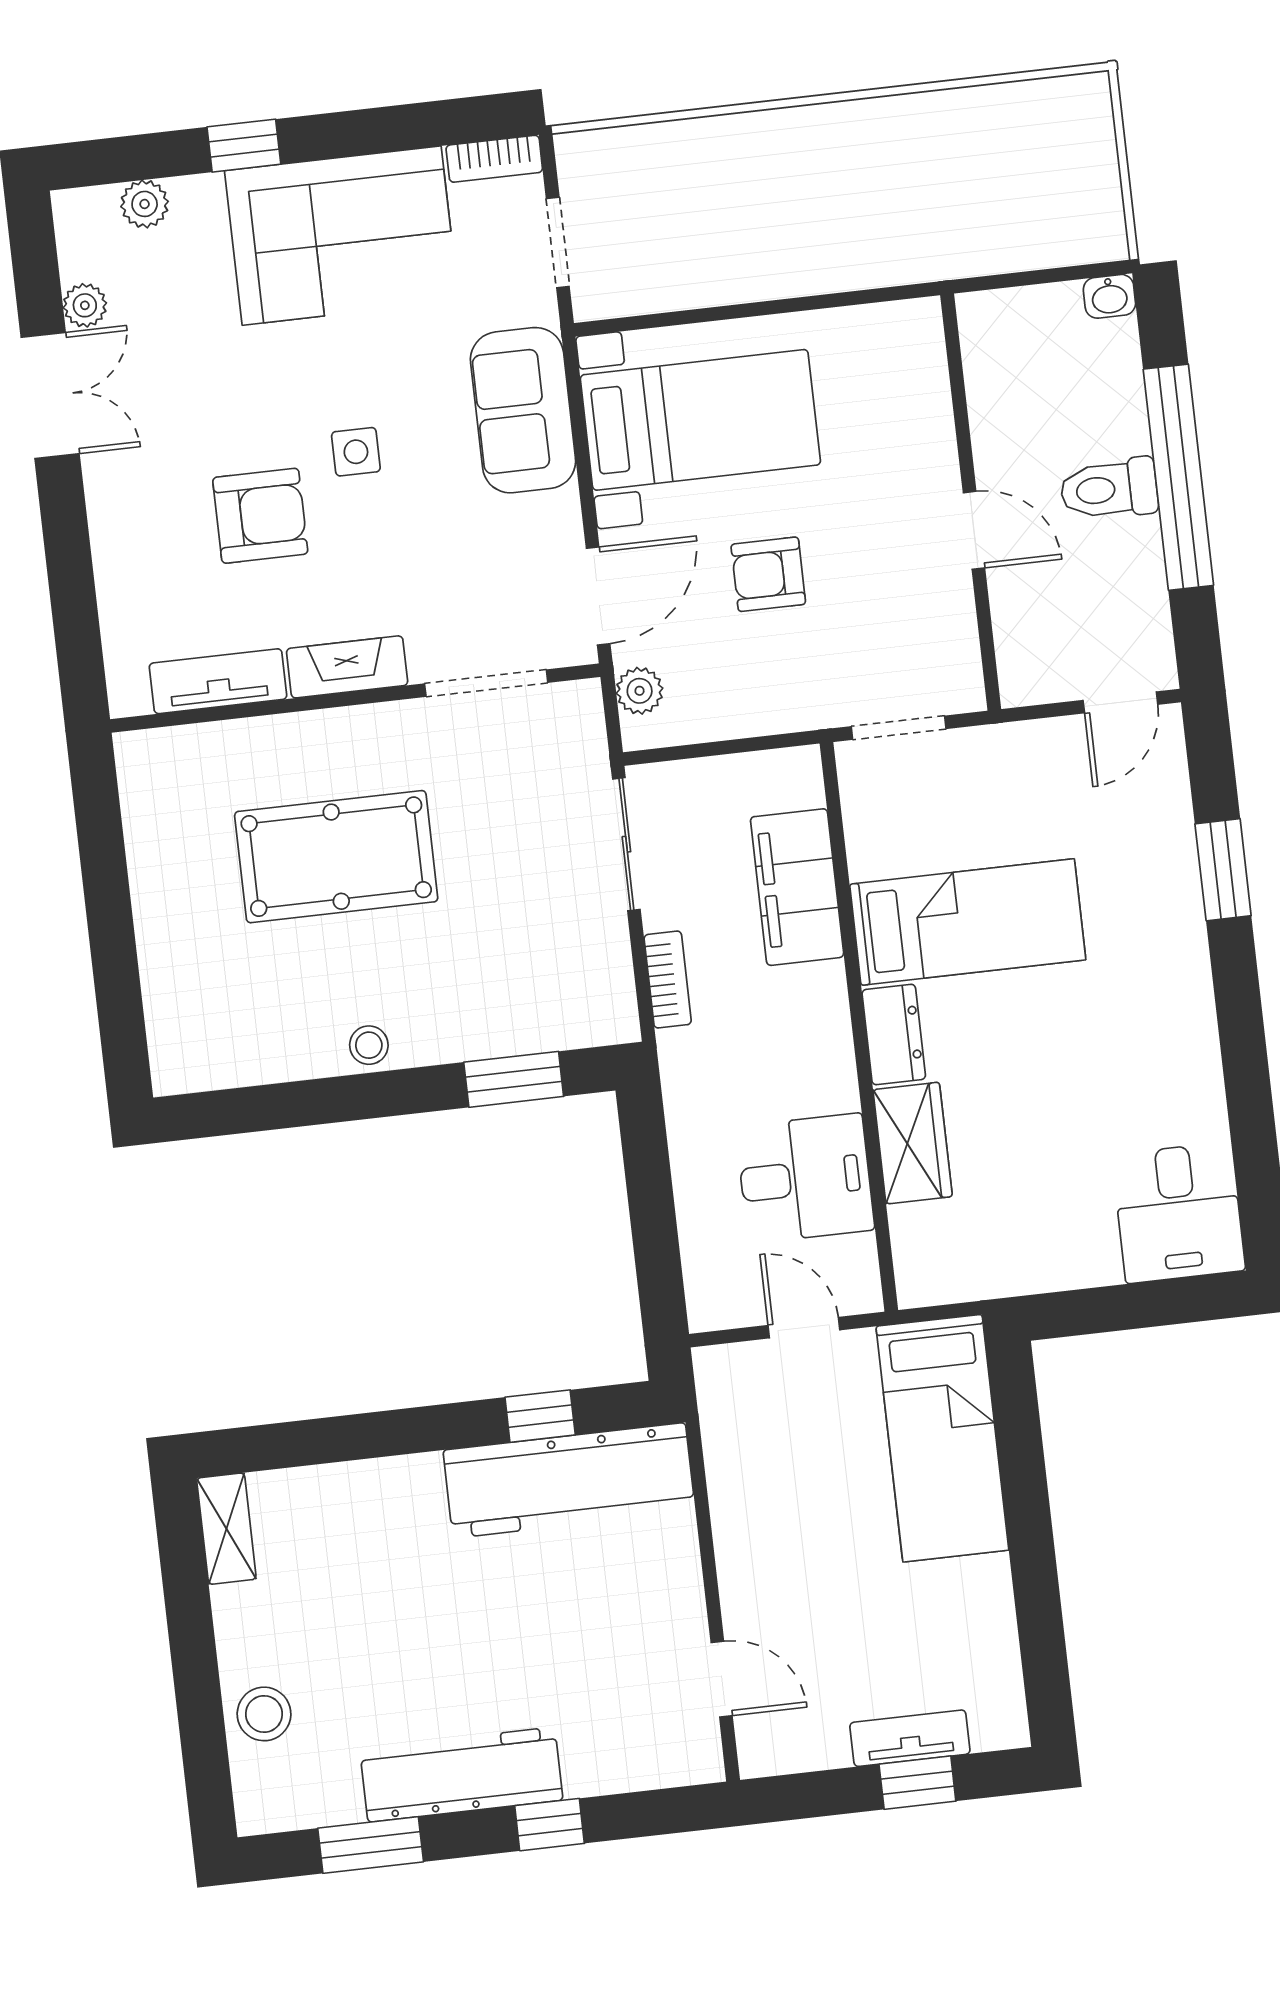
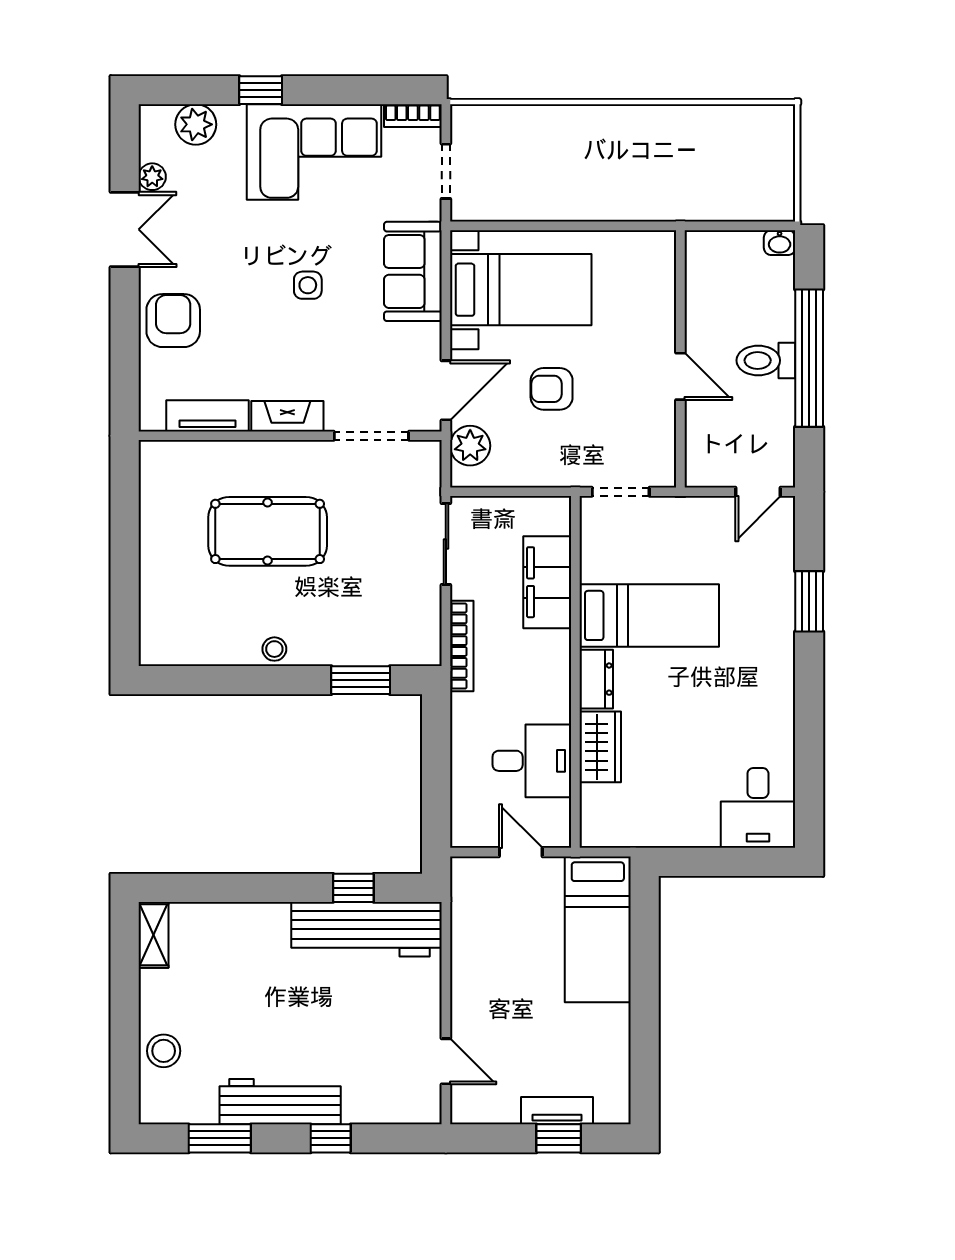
plant: (145, 204) -> (196, 124), width x1.38, depth x1.38
armchair: (260, 516) -> (173, 321), moved, turned -90
plant: (640, 691) -> (470, 446), width x1.38, depth x1.38
bookcase: (668, 980) -> (462, 646), width x1.56

